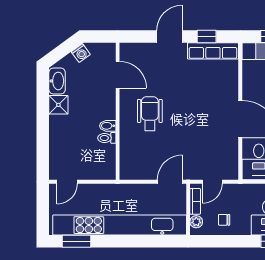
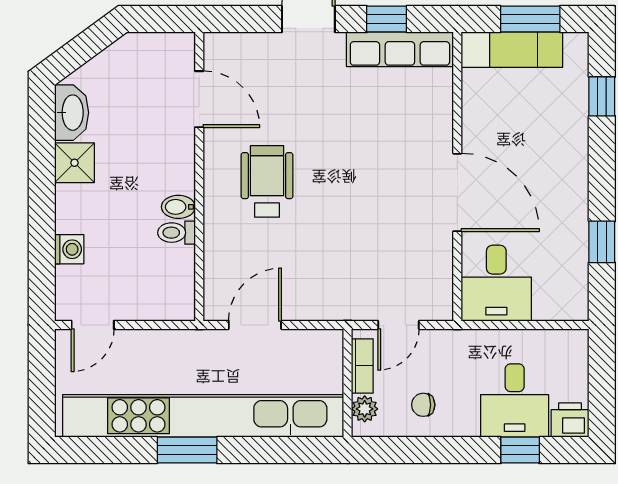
washing machine: (81, 53) -> (69, 249), moved, turned -54
door: (170, 182) -> (255, 325), moved
window: (76, 241) -> (187, 450), moved

